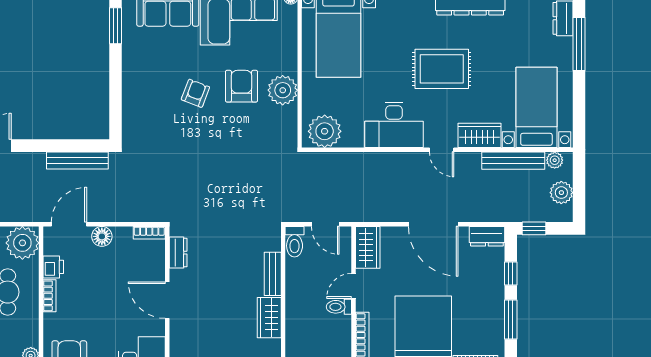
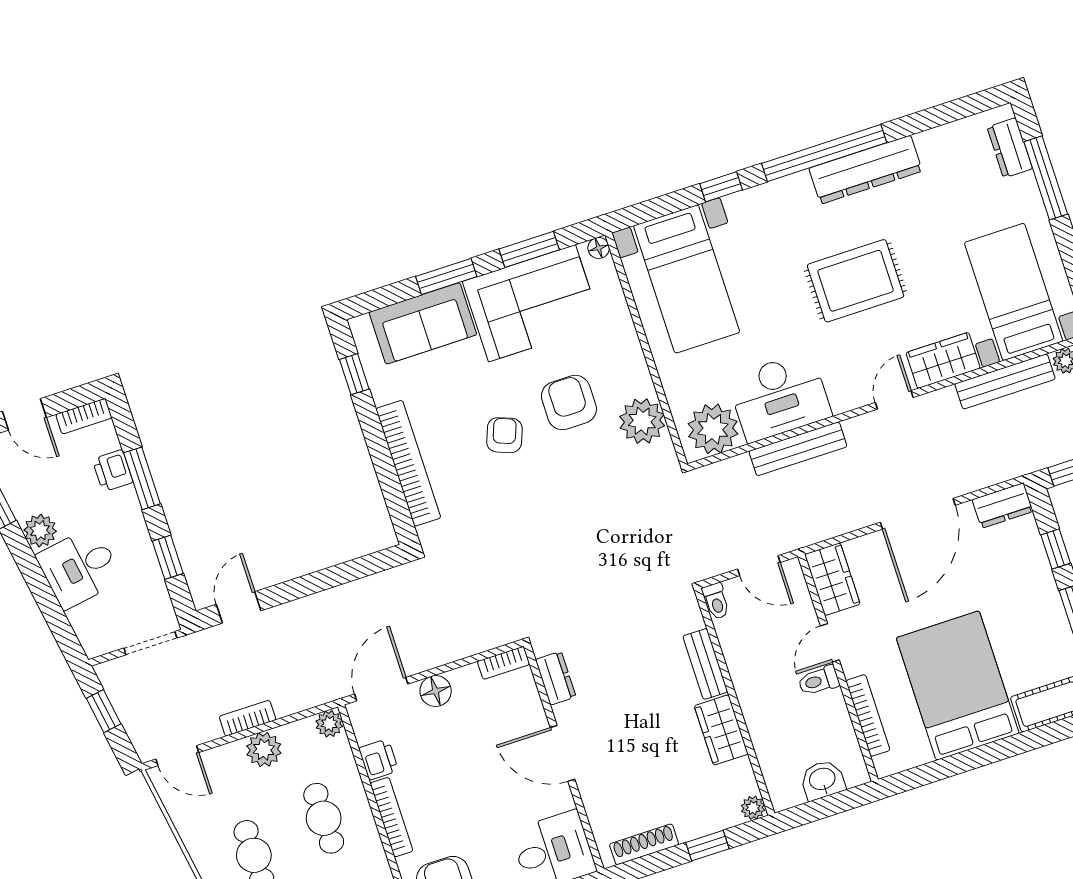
window: (115, 26) -> (354, 374), width x0.67
plant: (283, 90) -> (642, 421), moved
bookcase: (131, 91) -> (408, 463), added
desk: (394, 125) -> (779, 397), moved
door: (442, 150) -> (894, 400), swing flipped
bench: (77, 160) -> (798, 449), moved
door: (433, 224) -> (918, 514), hinge flipped
toilet: (295, 242) -> (716, 601), width x0.73, depth x0.72
plant: (22, 243) -> (329, 724), width x0.53, depth x0.53
bookcase: (50, 296) -> (391, 817), width x1.56

